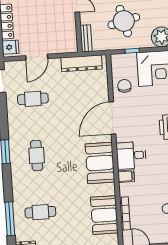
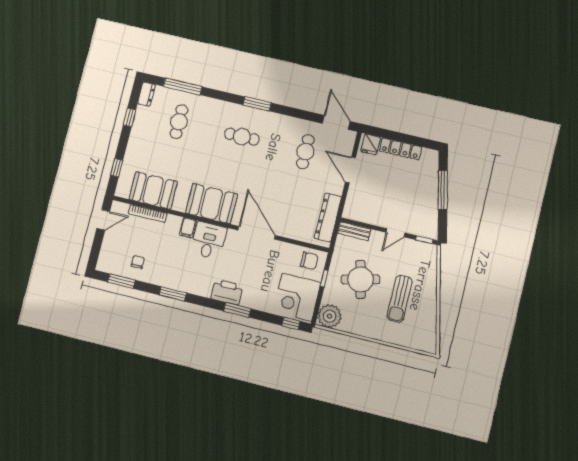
chair: (124, 86) -> (309, 261), moved

